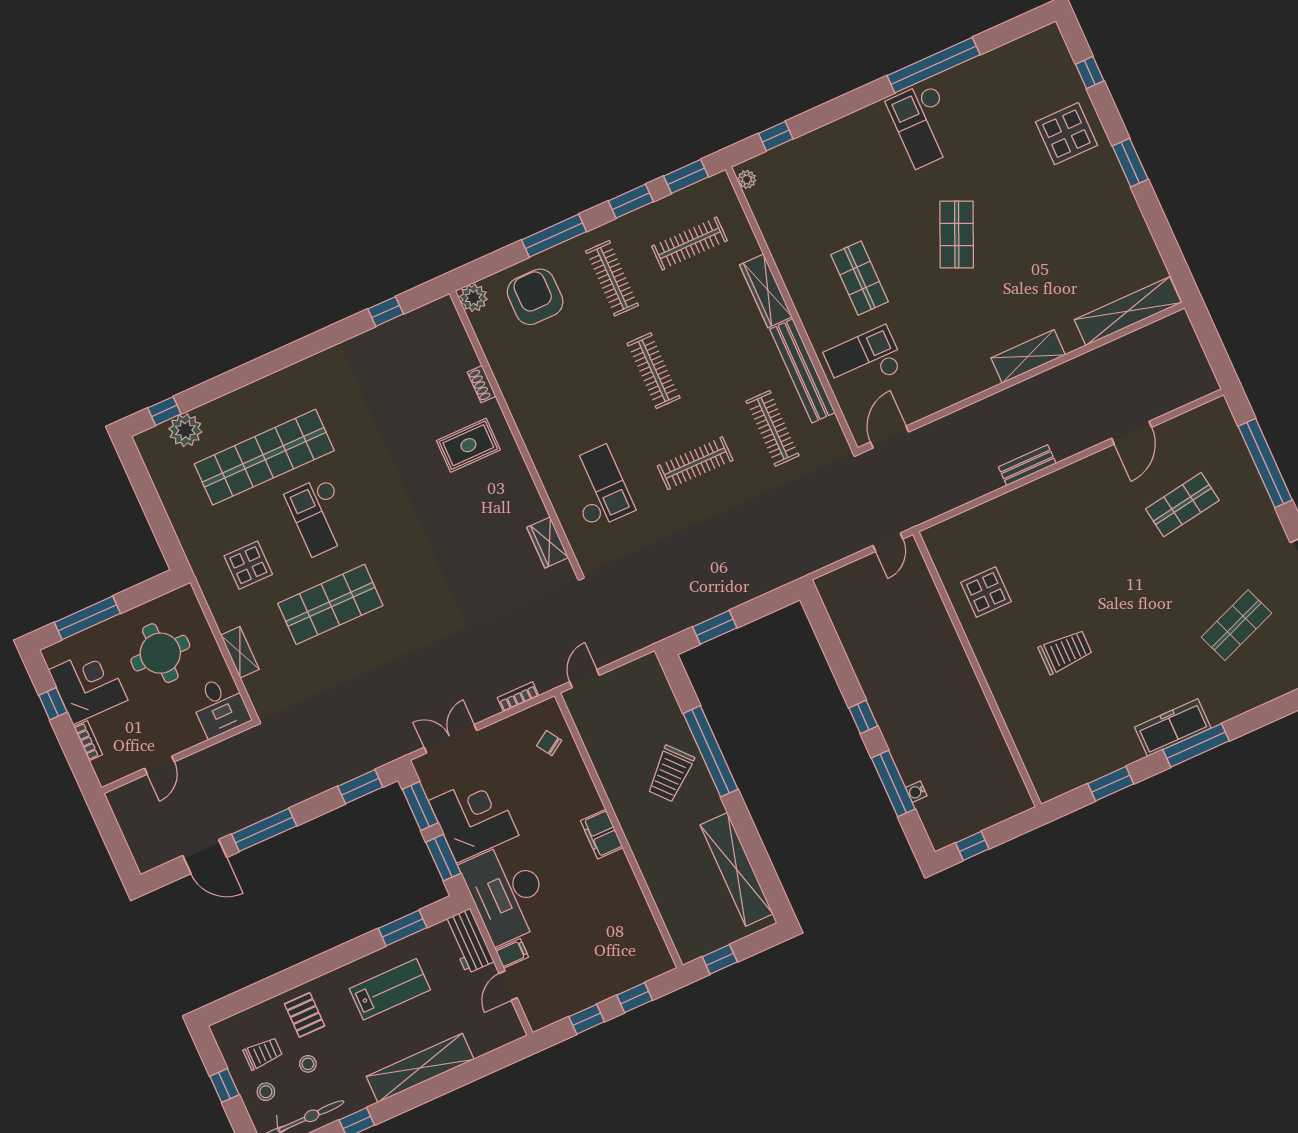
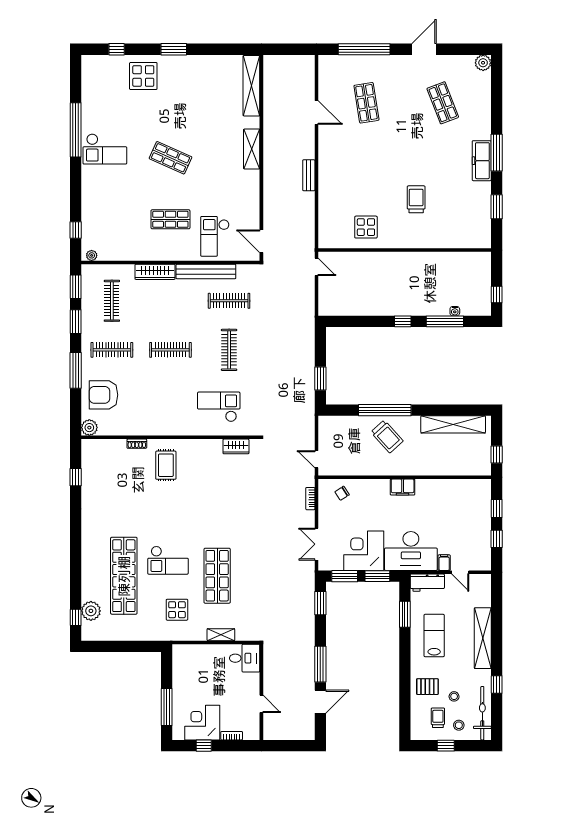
round table: (160, 653) -> (203, 677), removed

